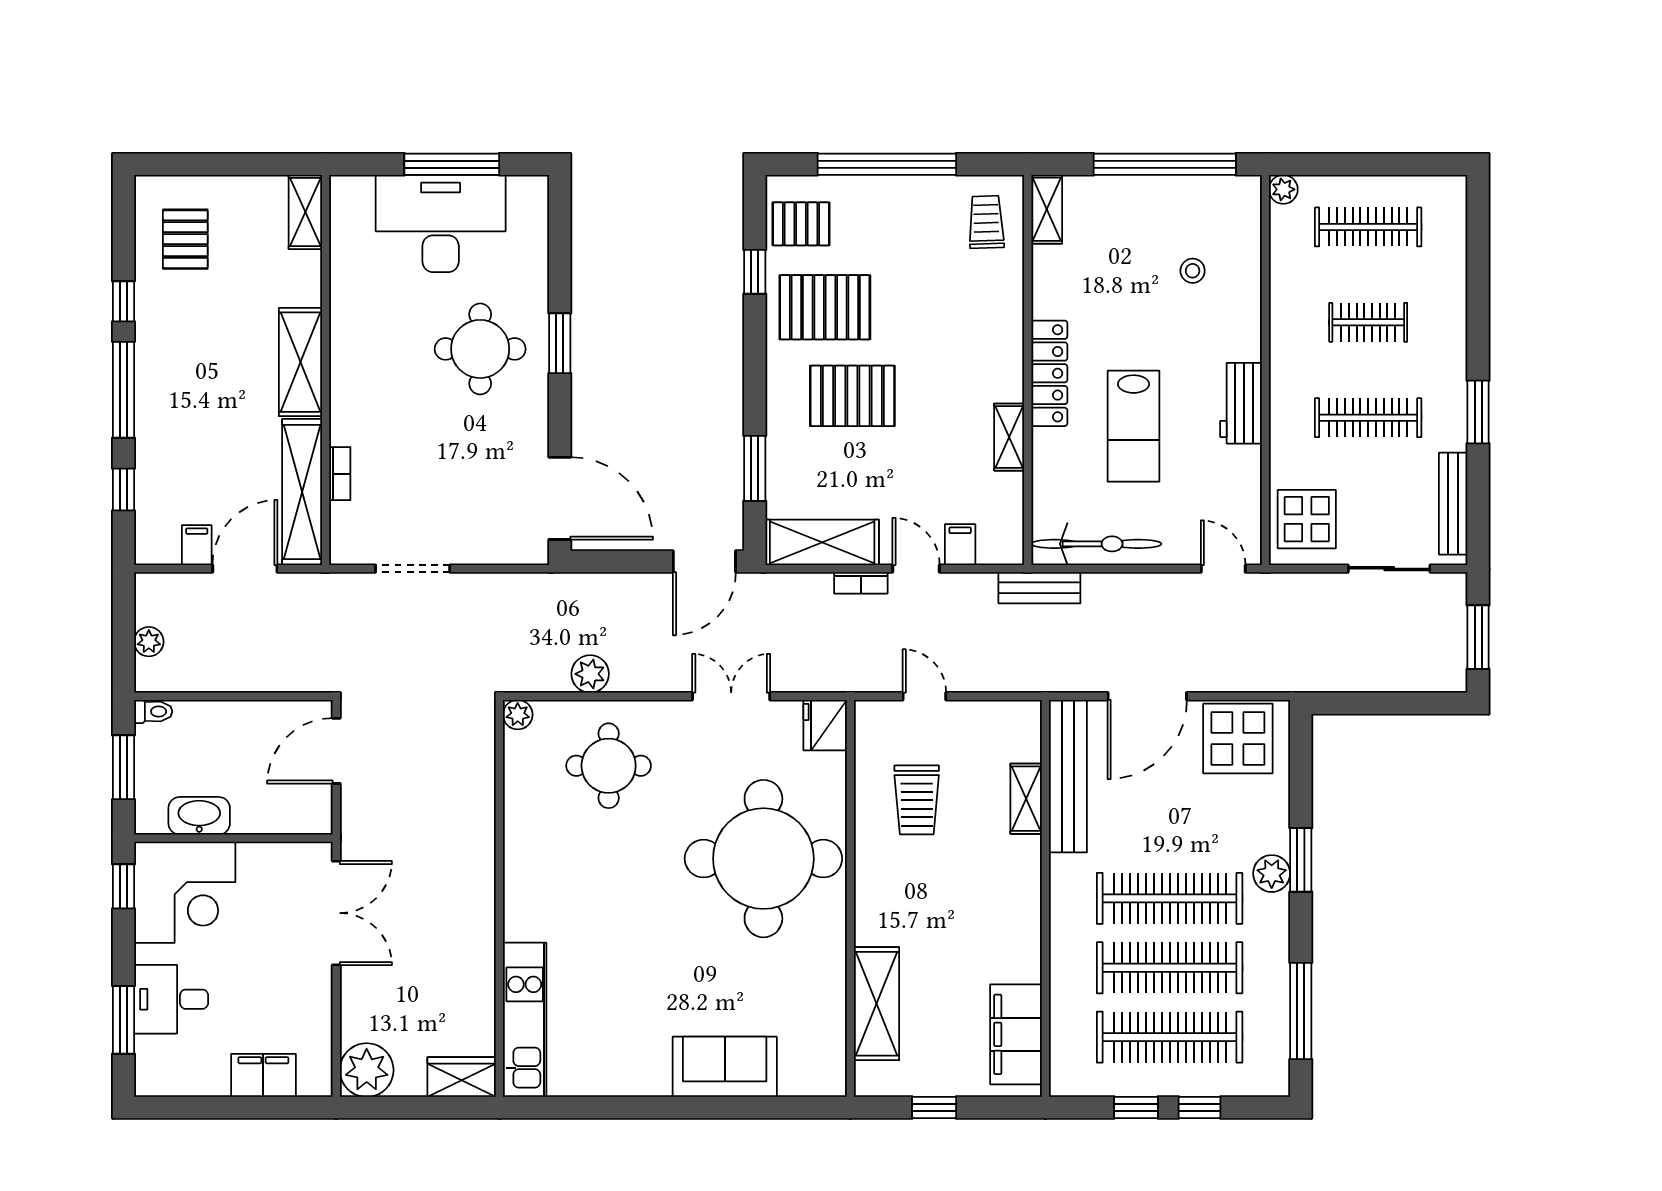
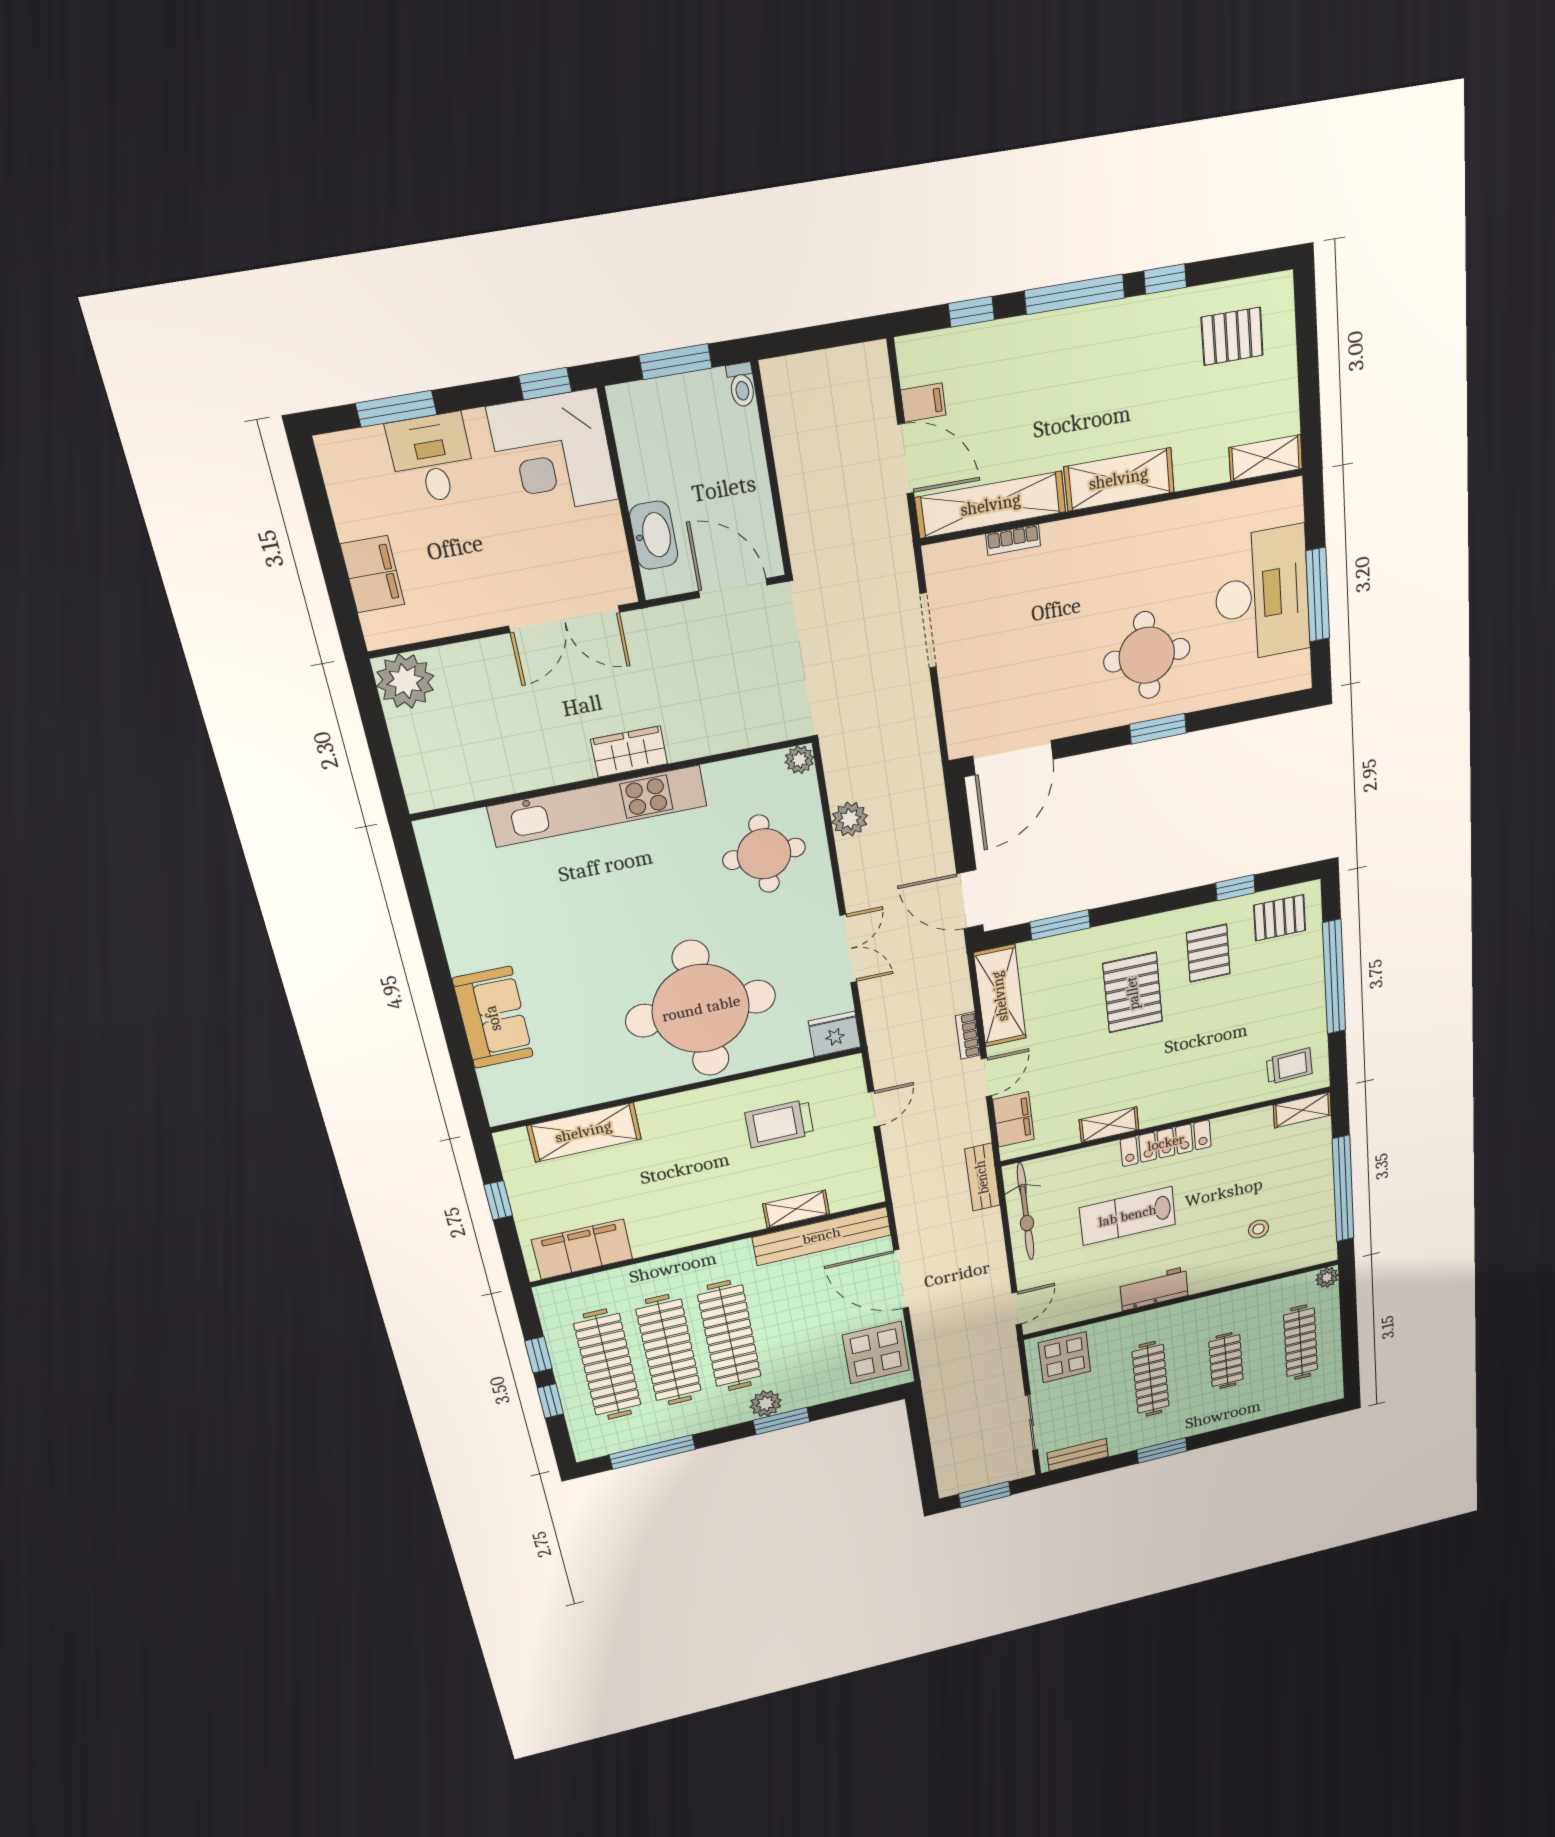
pallet: (801, 224) -> (1280, 918), turned 90
pallet: (825, 307) -> (1208, 953), width x0.67, depth x0.71
bench: (1453, 504) -> (1078, 1455), width x0.73
filing cabinet: (960, 545) -> (1013, 1119), width x2.00
plant: (149, 642) -> (815, 367), removed
washbasin: (199, 816) -> (654, 535), moved
kitchen unit: (525, 1020) -> (598, 806), moved, width x1.36
wardrobe: (462, 1077) -> (629, 752), moved, turned -90

